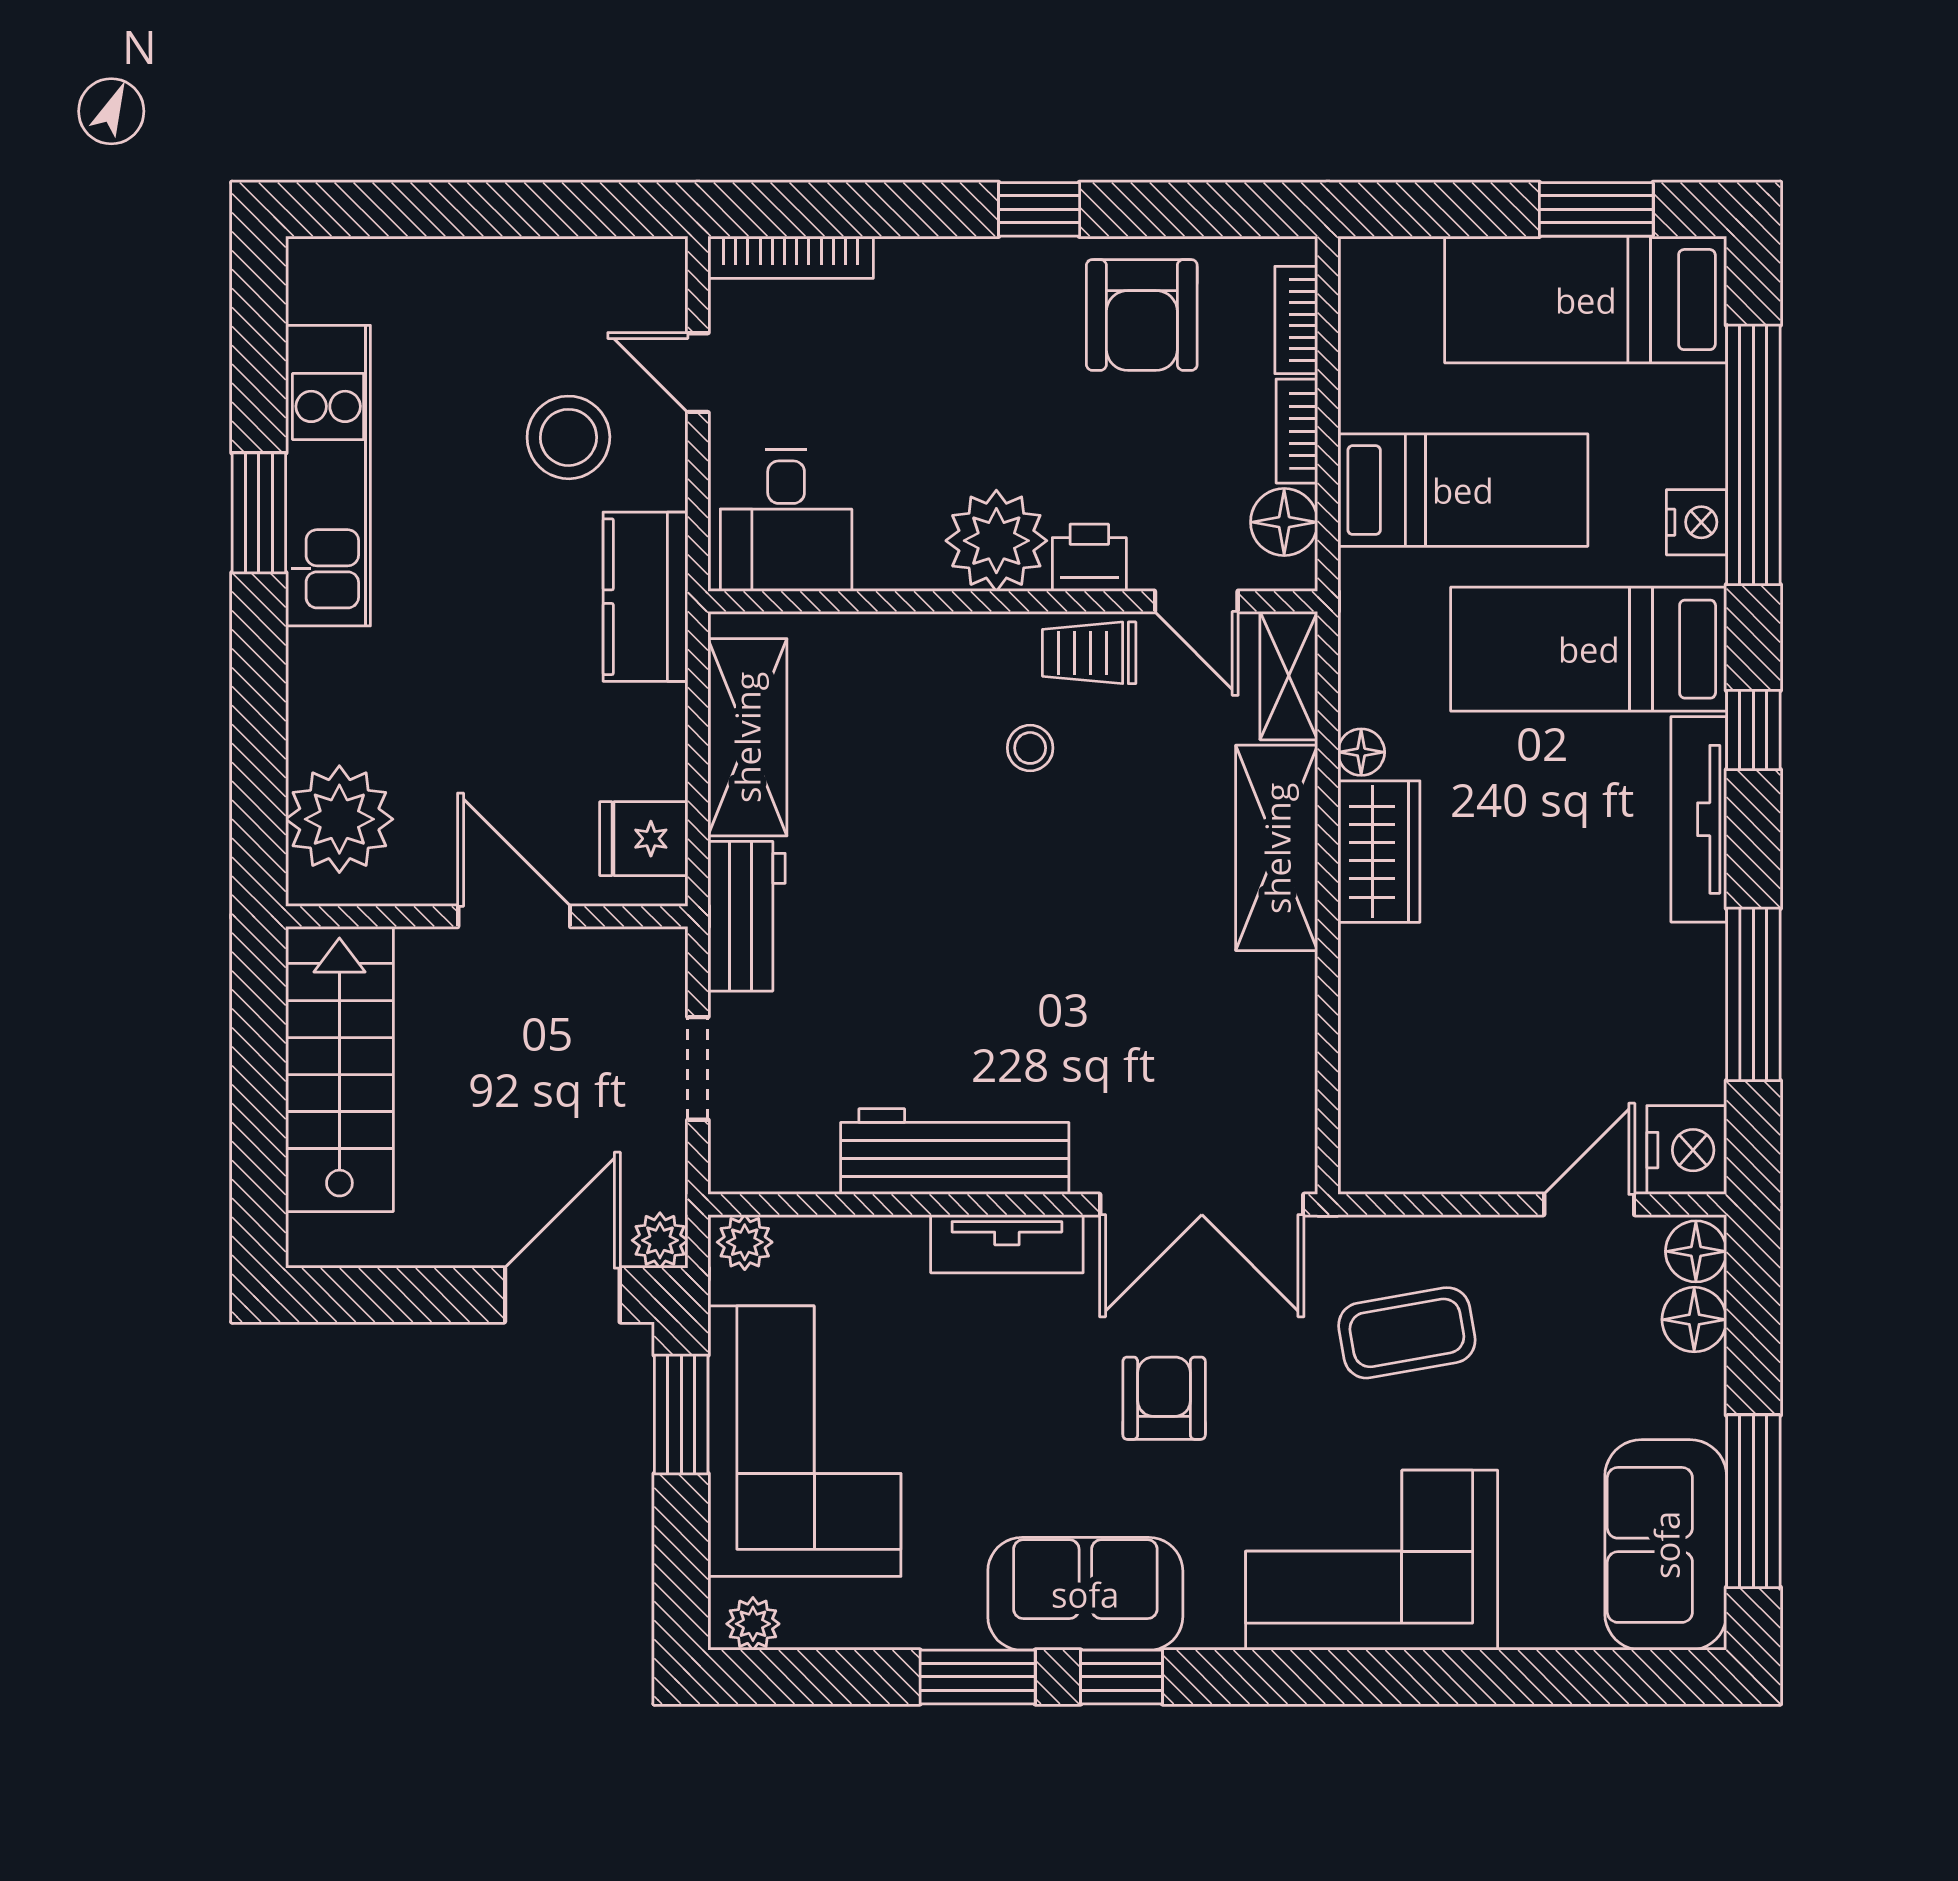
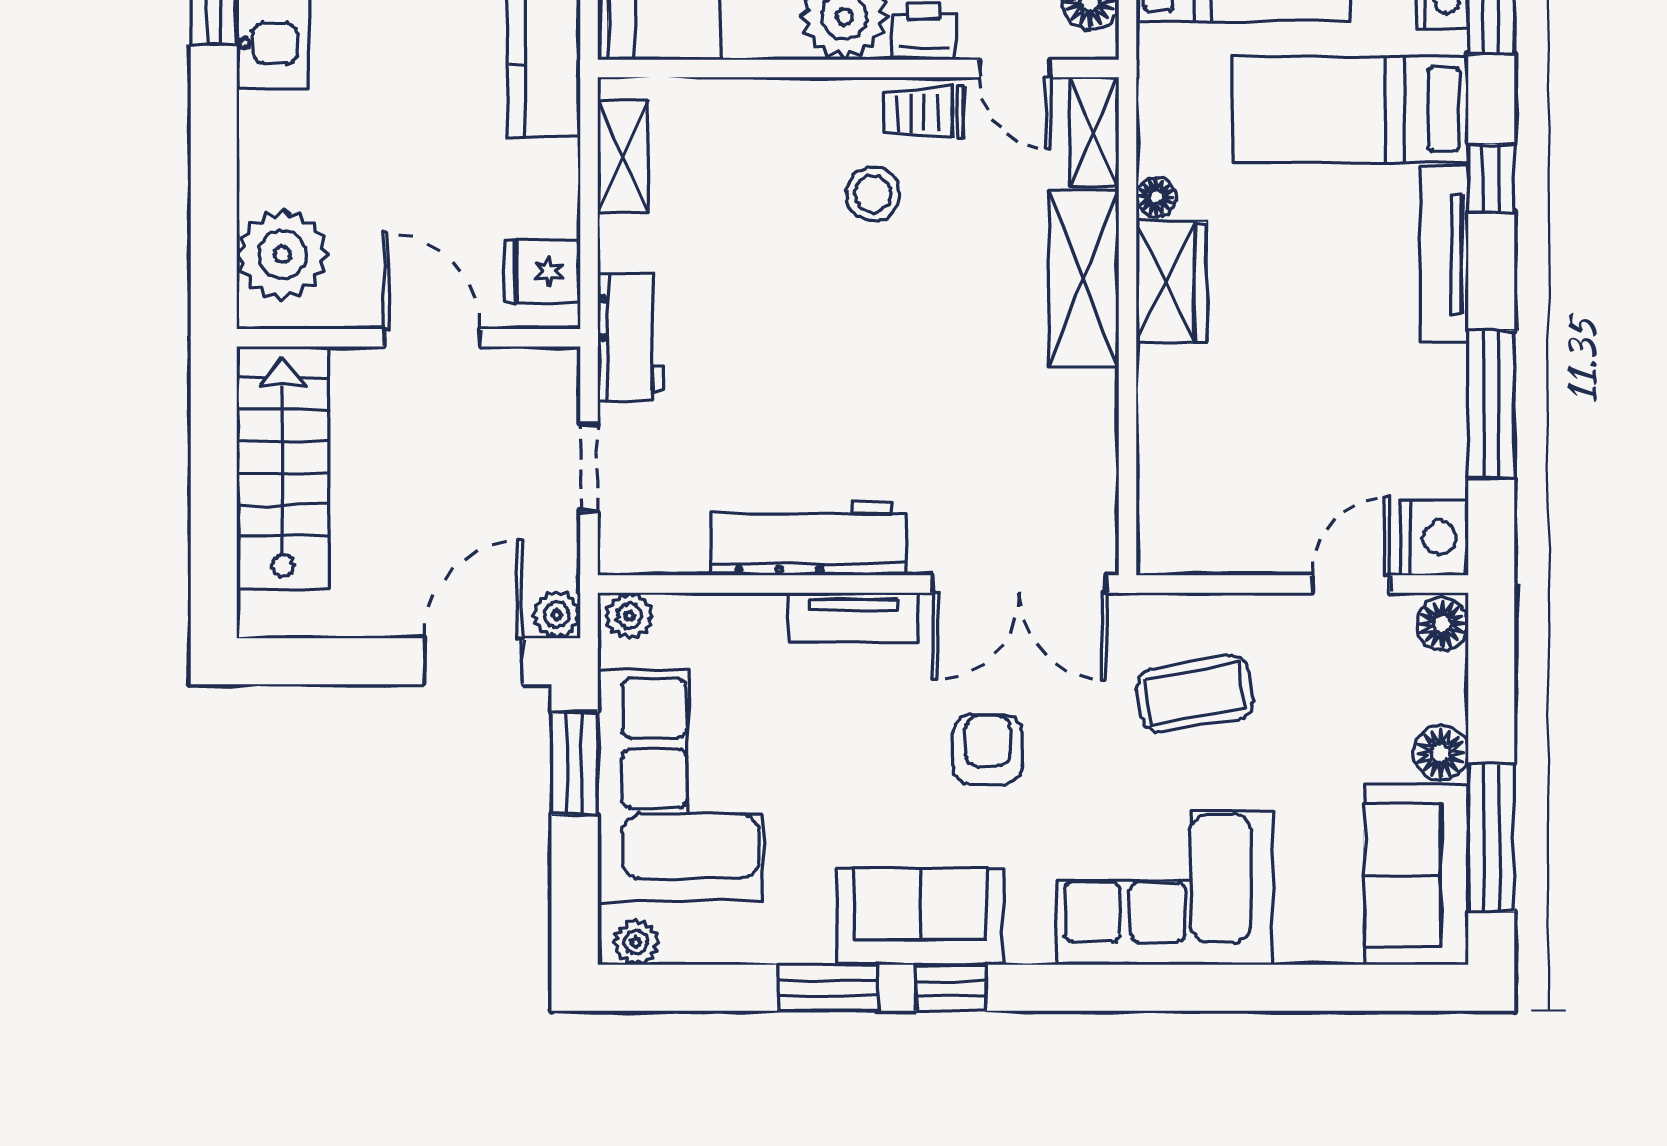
shelving: (747, 737) -> (623, 156), width x0.67, depth x0.75
stool: (1030, 748) -> (873, 194), width x1.37, depth x1.37
floor lamp: (1694, 1320) -> (1441, 753), moved

